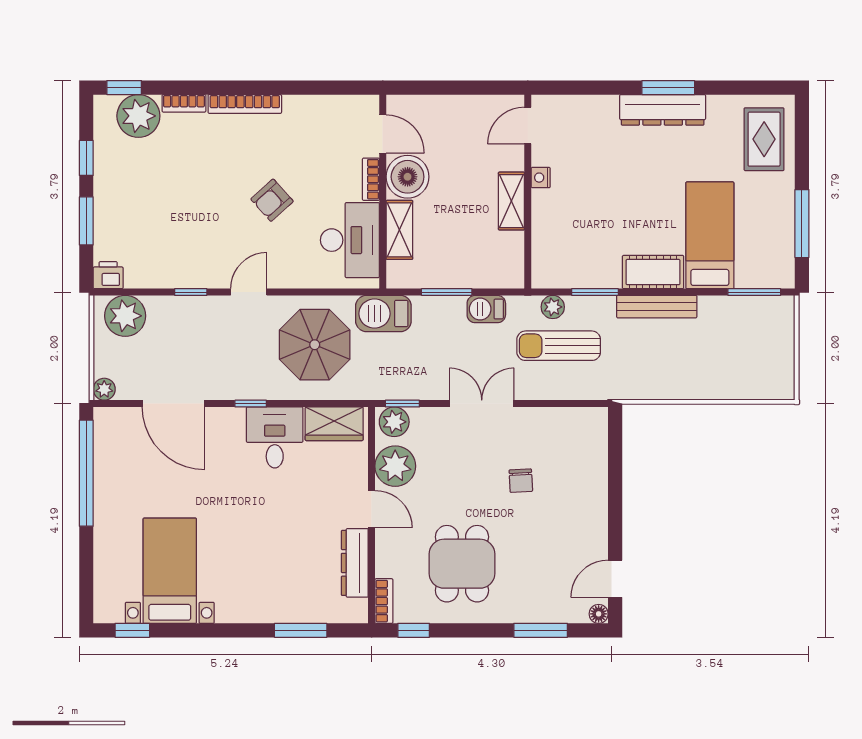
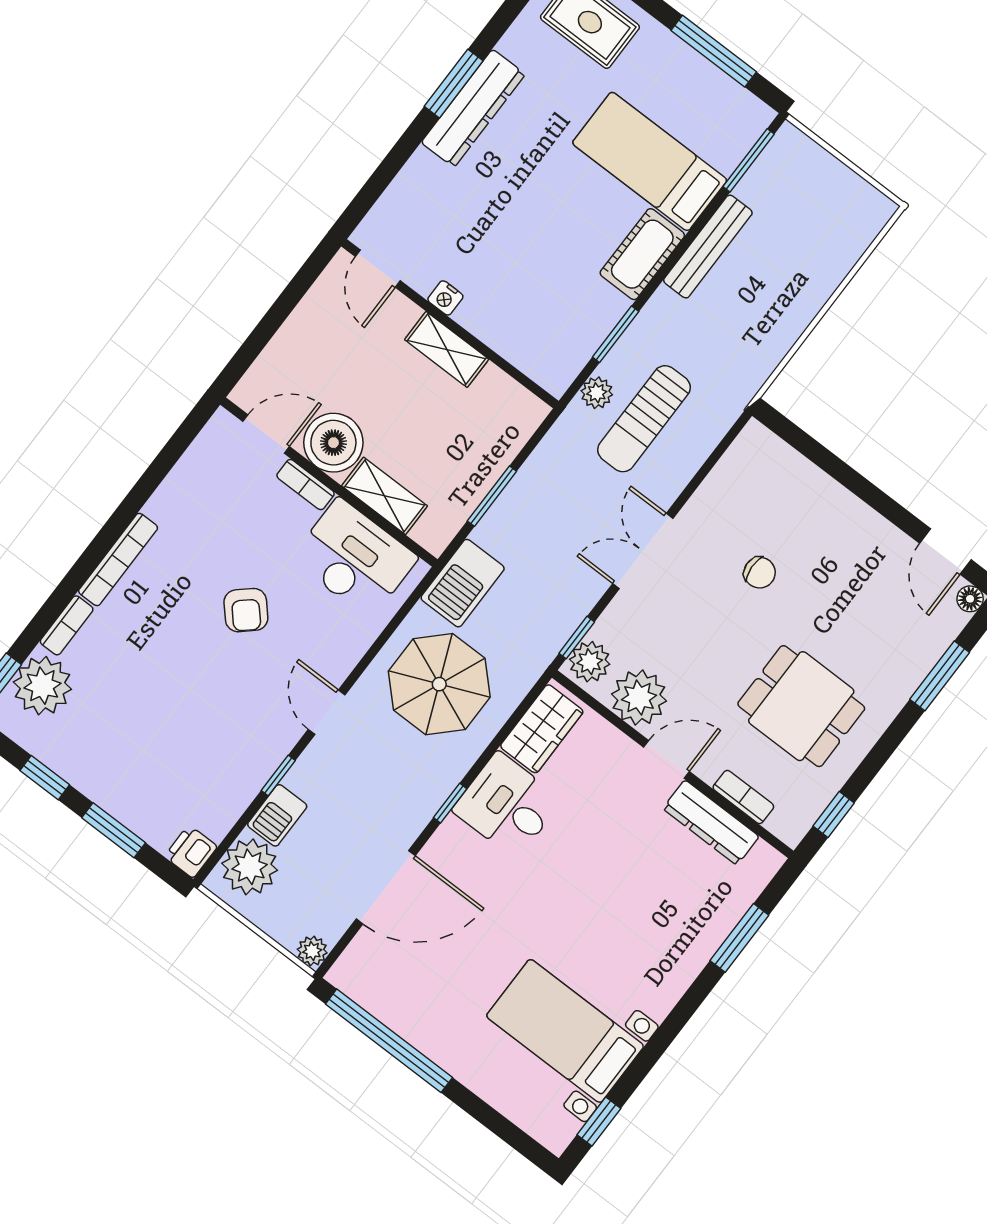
bench: (657, 307) -> (708, 247), moved
barbecue: (486, 309) -> (277, 815), moved
bookcase: (384, 601) -> (743, 797), moved

